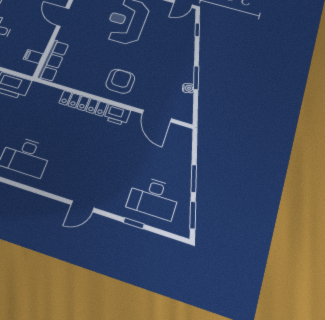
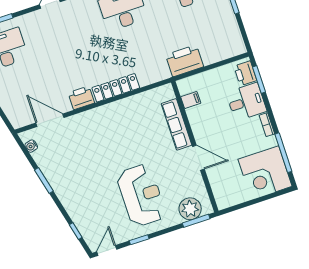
row of seats: (53, 61) -> (177, 124), moved
armchair: (120, 81) -> (102, 131), removed
water cooler: (188, 88) -> (31, 146), moved

